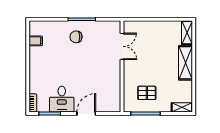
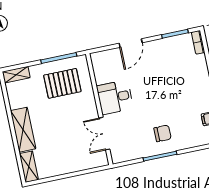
pallet: (147, 93) -> (62, 83), width x1.50, depth x1.42
desk: (62, 99) -> (115, 97), moved, turned -90

